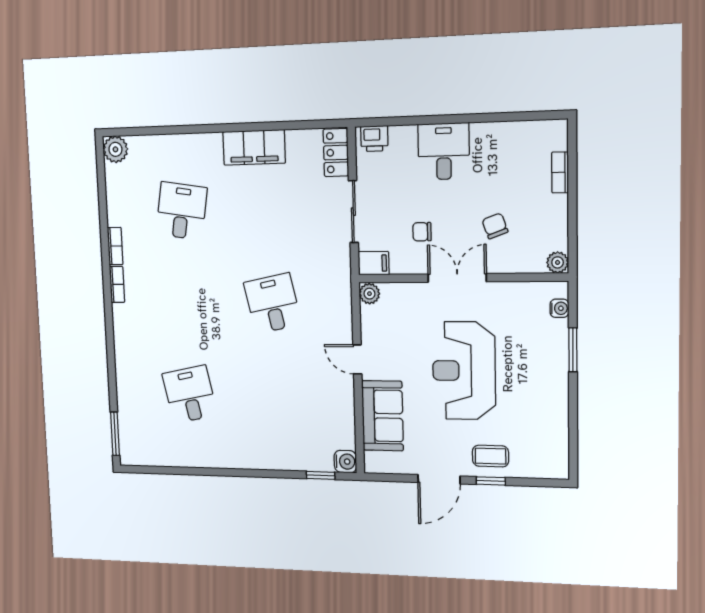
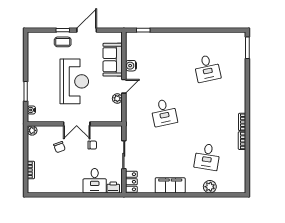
plant: (115, 149) -> (210, 187), moved
desk: (444, 151) -> (95, 181), moved
filing cabinet: (374, 263) -> (115, 131), removed
plant: (369, 294) -> (117, 98), moved
door: (357, 359) -> (124, 86), hinge flipped
water cooler: (345, 462) -> (131, 66), moved

